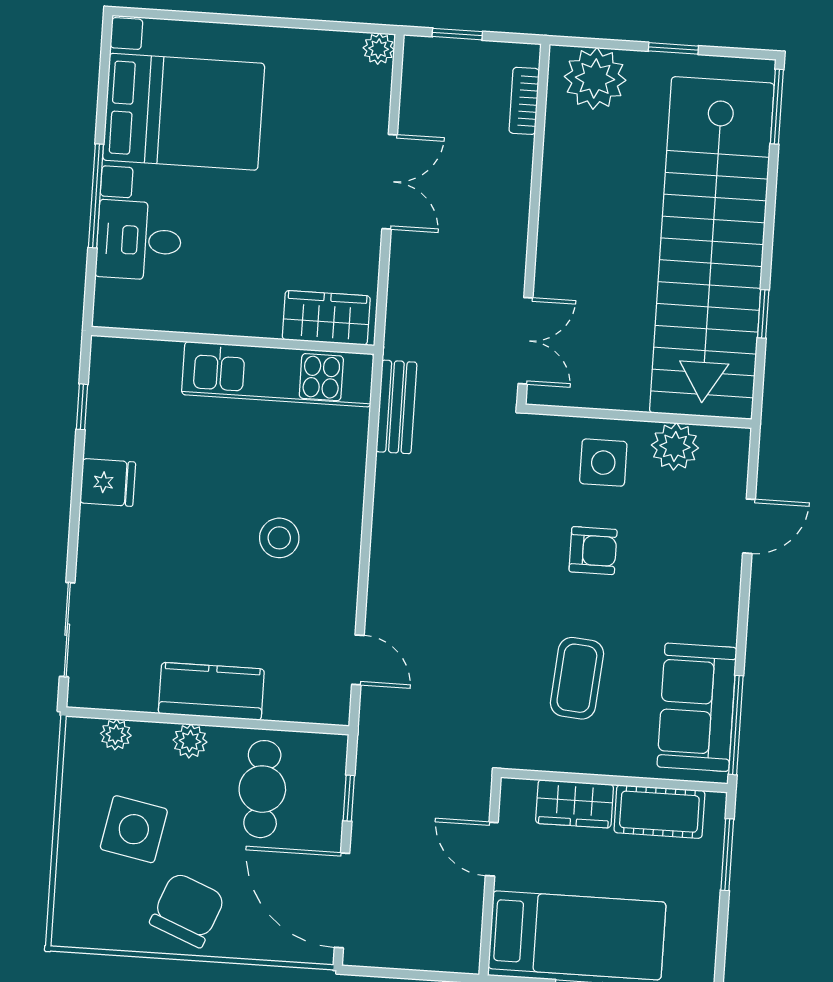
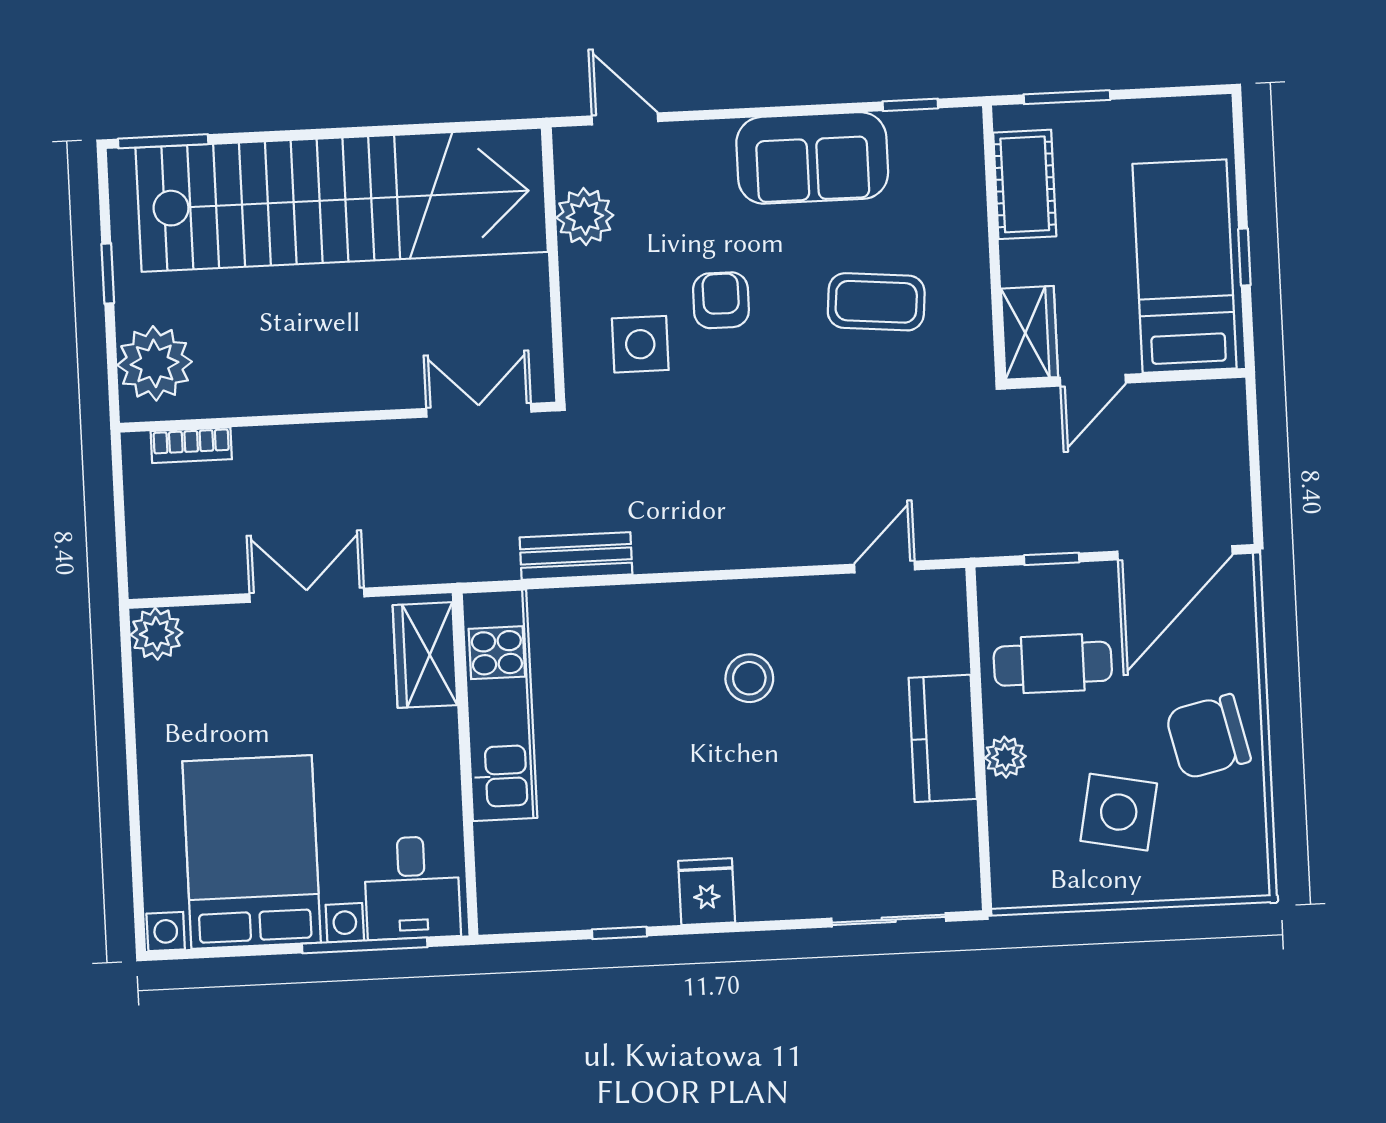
window: (457, 34) -> (121, 535), removed
plant: (379, 49) -> (156, 634), width x1.38, depth x1.38
window: (763, 314) -> (413, 129), removed
wardrobe: (326, 318) -> (425, 655), moved
wall: (233, 340) -> (465, 764), moved
kitchen unit: (278, 374) -> (499, 705), moved
side table: (603, 463) -> (640, 344), moved
door: (749, 526) -> (625, 119), moved
sofa: (697, 707) -> (812, 158), moved
window: (736, 725) -> (910, 105), width x0.46
plant: (116, 734) -> (1008, 847), removed
wardrobe: (575, 804) -> (1029, 333), moved
chair: (187, 910) -> (1208, 737), turned -35

